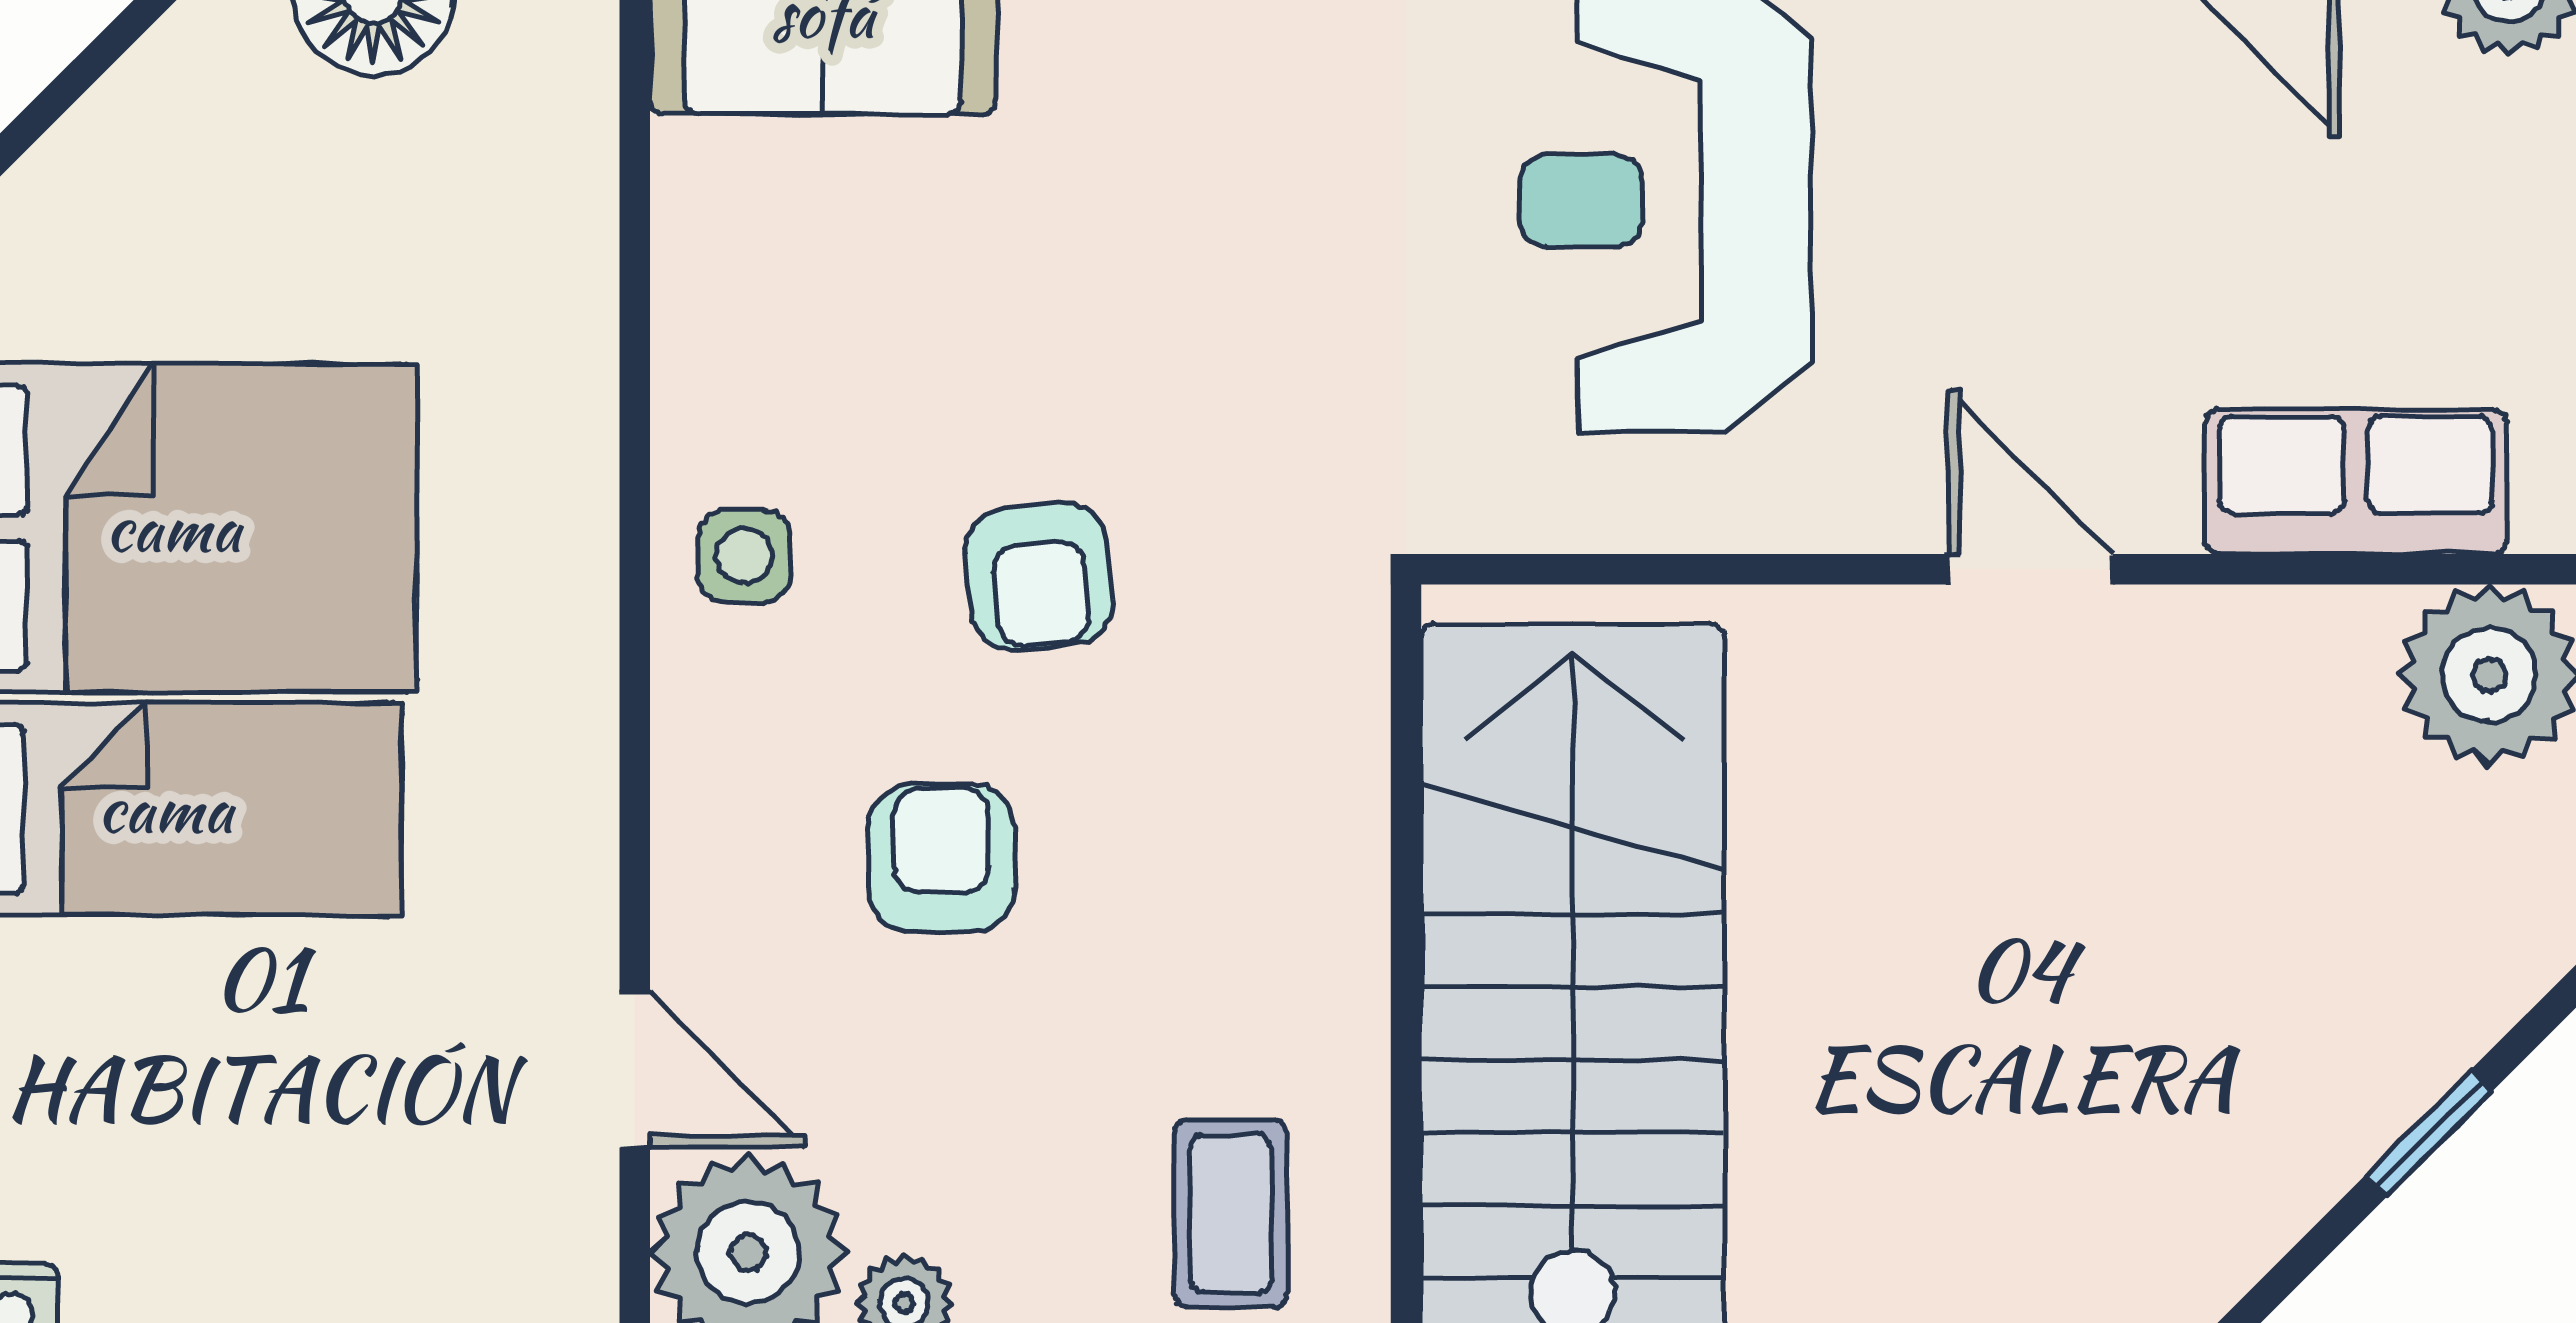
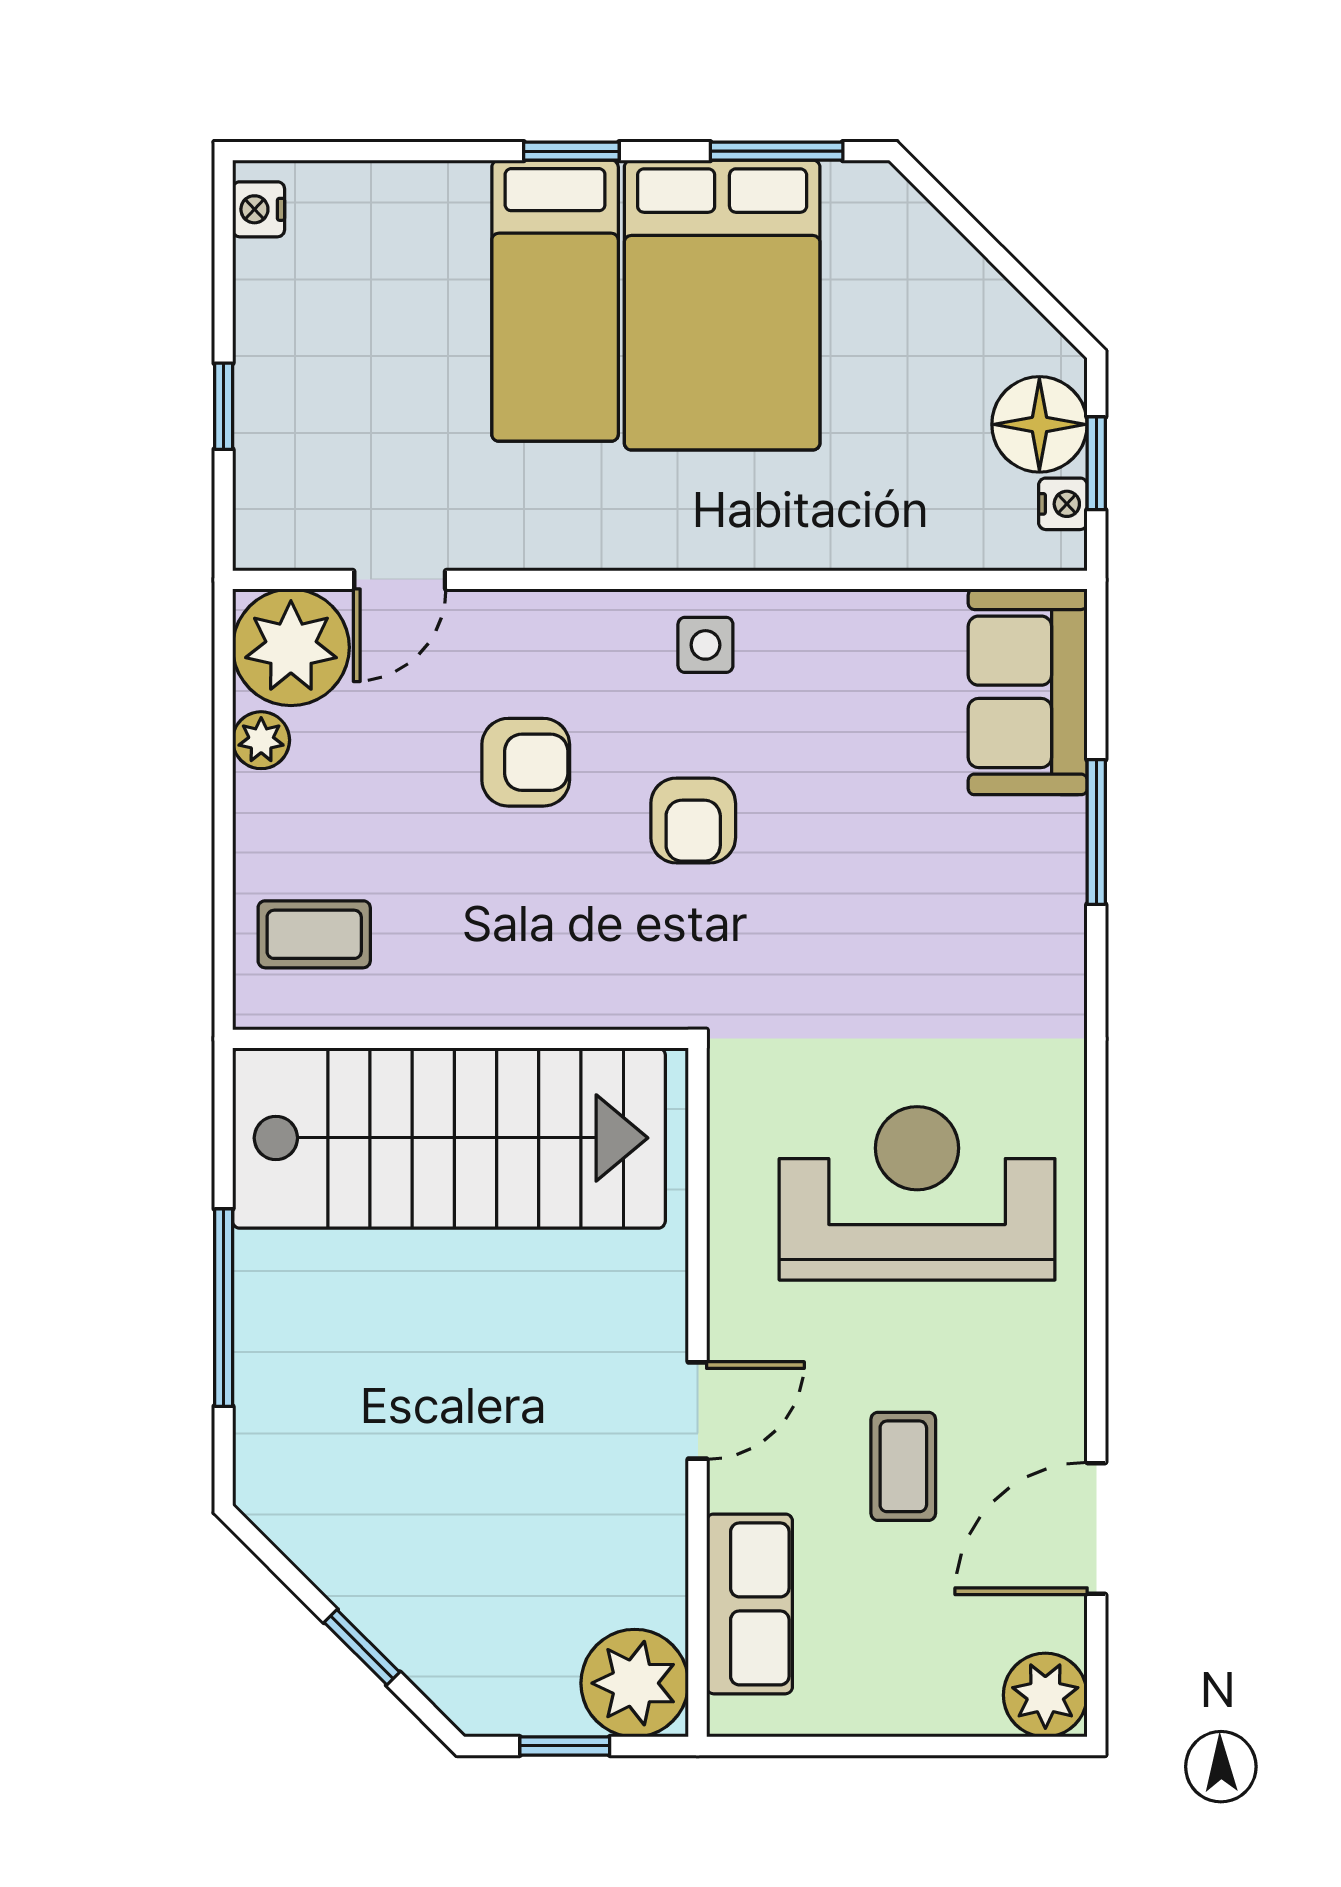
coffee table: (2125, 224) -> (903, 1466), added
armchair: (1039, 577) -> (693, 820), turned -84

